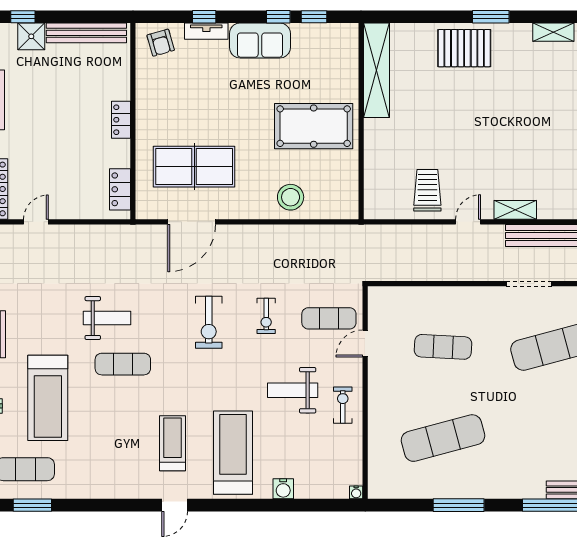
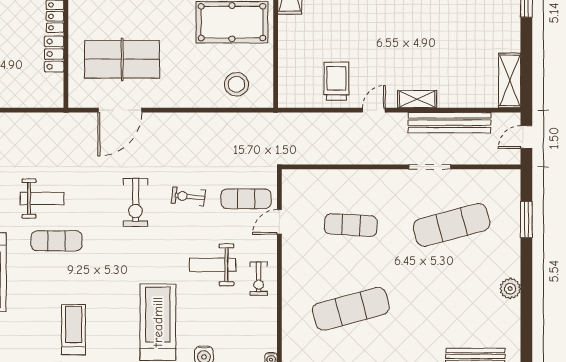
locker: (120, 189) -> (54, 54), moved
stool: (291, 197) -> (236, 84), moved
exercise bike: (266, 316) -> (188, 197), turned 96
exercise bike: (343, 405) -> (259, 279), turned 180
treadmill: (172, 443) -> (74, 330), moved

